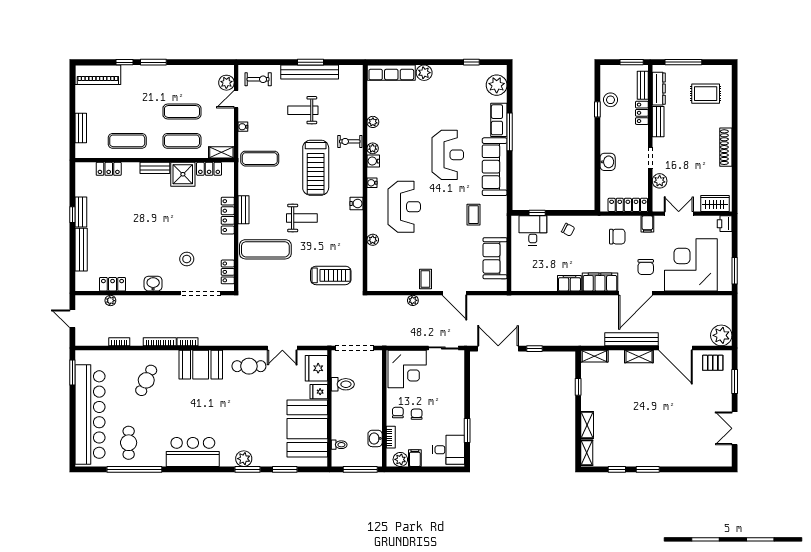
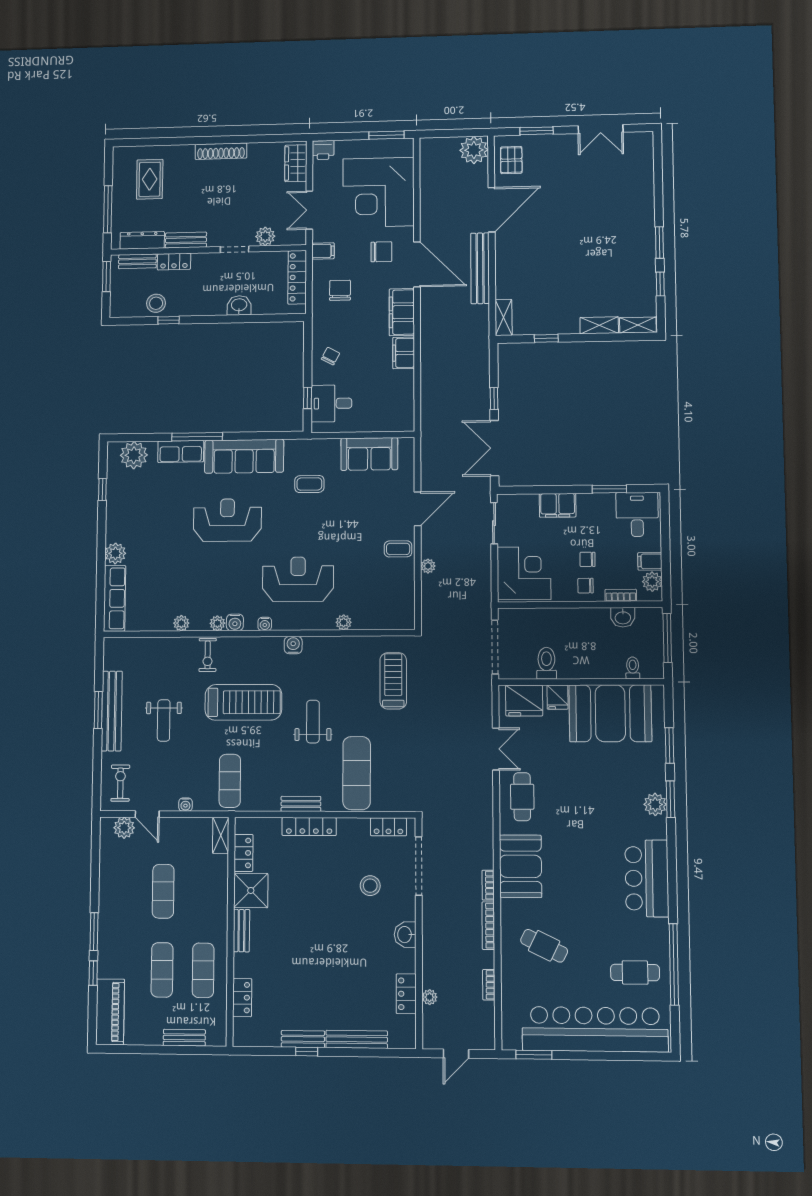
exercise mat: (182, 141) -> (162, 970), moved
shelving: (639, 356) -> (504, 258), removed
filing cabinet: (456, 393) -> (558, 505), added

